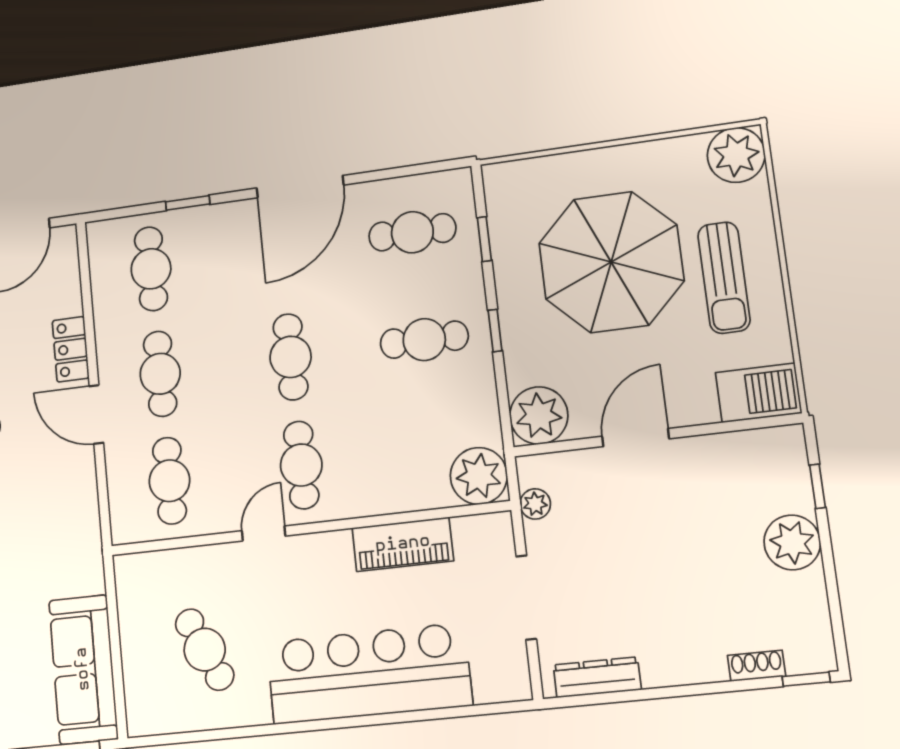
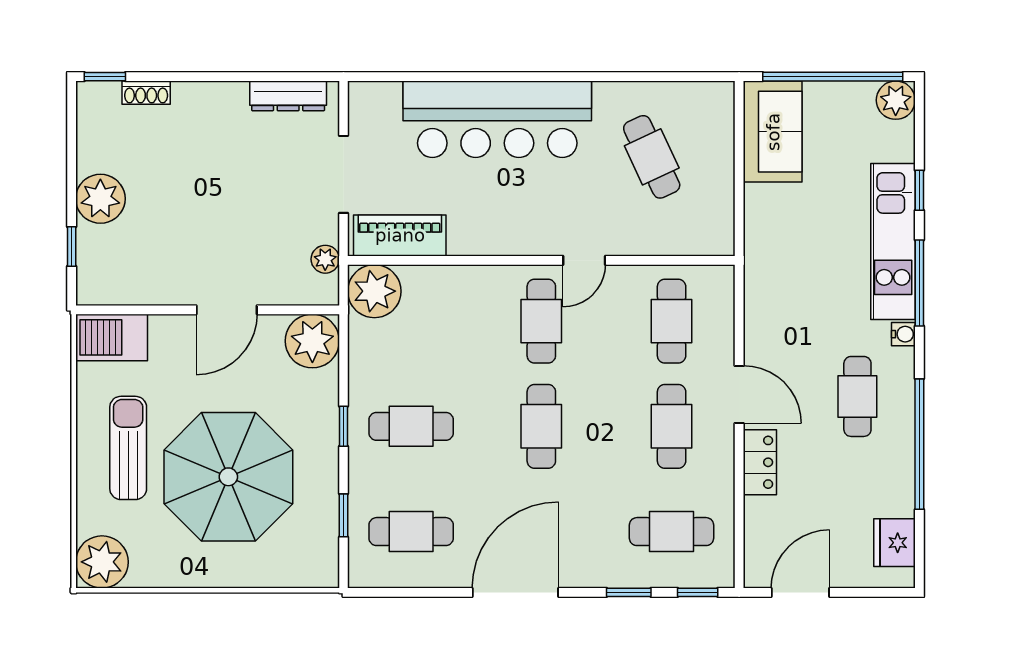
window: (120, 213) -> (698, 592), added
cafe table: (151, 269) -> (672, 532), turned 90
piano: (403, 544) -> (400, 235), moved
sofa: (83, 669) -> (773, 132), width x0.73

